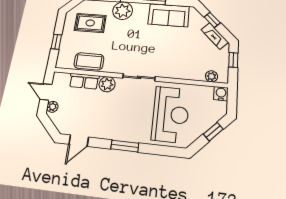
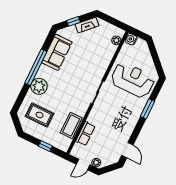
rug: (90, 23) -> (40, 115), turned 90
window: (233, 60) -> (110, 20), removed
plant: (107, 84) -> (94, 117), removed
window: (213, 132) -> (155, 55), removed
window: (125, 146) -> (147, 109), moved

